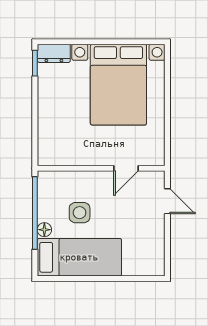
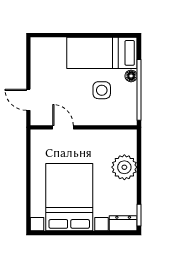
plant: (52, 120) -> (124, 167), added
door: (126, 168) -> (63, 127), hinge flipped

